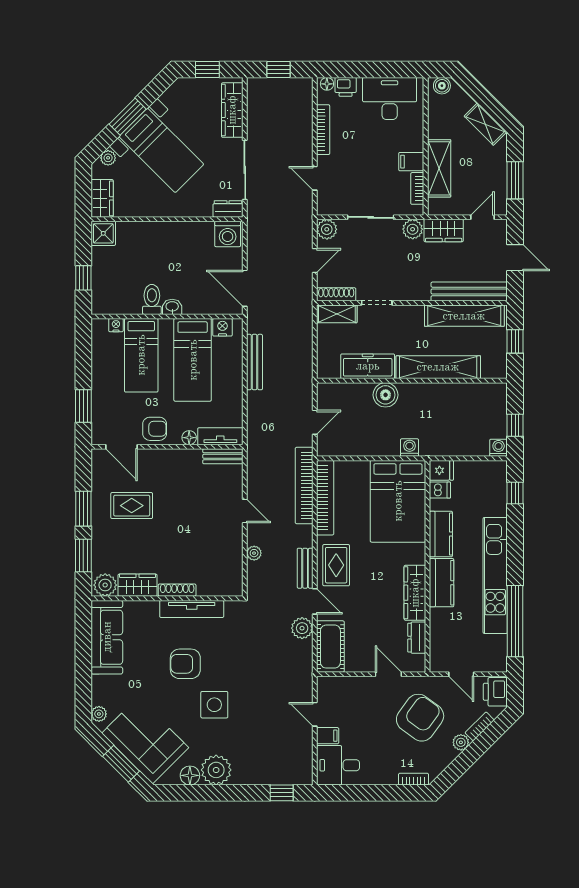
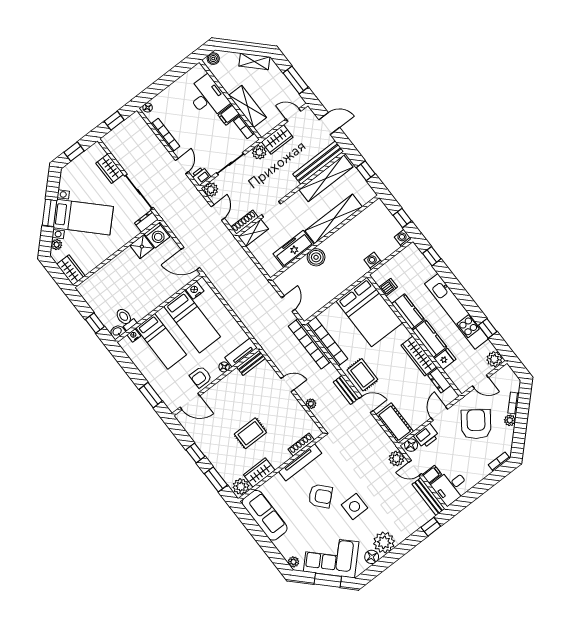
printer: (346, 87) -> (201, 176), moved, turned 180
desk: (390, 98) -> (208, 97), moved, turned 90
wardrobe: (232, 110) -> (110, 169), width x0.67
door: (315, 178) -> (182, 166), swing flipped
door: (483, 217) -> (293, 115), hinge flipped
shower: (103, 233) -> (142, 247), moved
toilet: (152, 299) -> (125, 319), moved
washbasin: (172, 307) -> (117, 332), moved
bench: (254, 362) -> (428, 497), moved
armchair: (155, 429) -> (201, 377), turned 180
washing machine: (409, 448) -> (373, 261), moved
fridge: (441, 470) -> (445, 359), moved
rug: (132, 506) -> (250, 433), moved
window: (83, 509) -> (195, 453), width x0.67
shoe rack: (177, 590) -> (301, 445), moved
window: (515, 621) -> (488, 328), width x0.32
plant: (302, 628) -> (396, 459), moved
plant: (496, 661) -> (494, 359), added
armchair: (185, 664) -> (320, 496), turned -132
door: (388, 674) -> (439, 413), hinge flipped
floor lamp: (330, 685) -> (411, 445), added
printer: (495, 692) -> (426, 436), moved, turned -90

